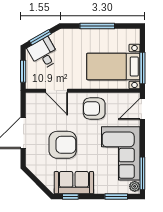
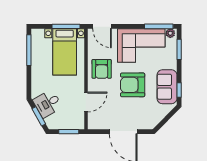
window: (97, 26) -> (29, 50), moved
desk: (44, 54) -> (48, 104), moved
armchair: (63, 145) -> (133, 85), moved, turned -90

